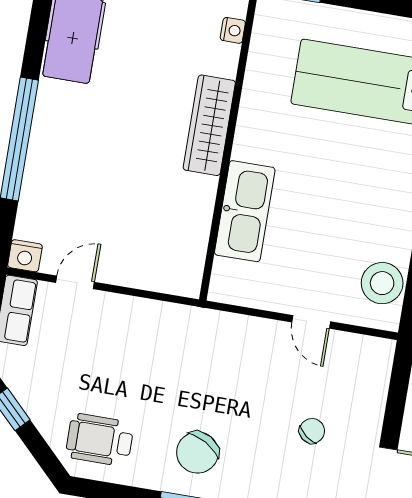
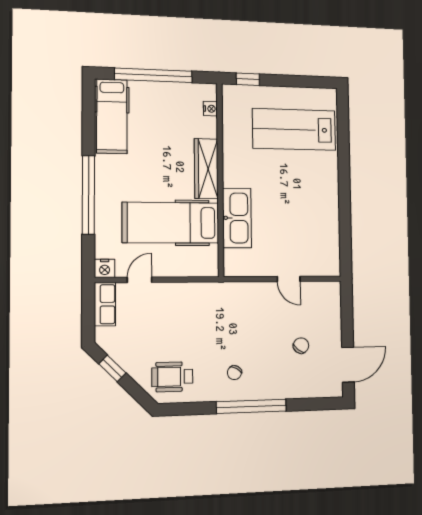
hospital bed: (138, 202) -> (171, 223), added
stool: (382, 283) -> (326, 248), removed
chair: (197, 453) -> (234, 373), width x0.54, depth x0.54

